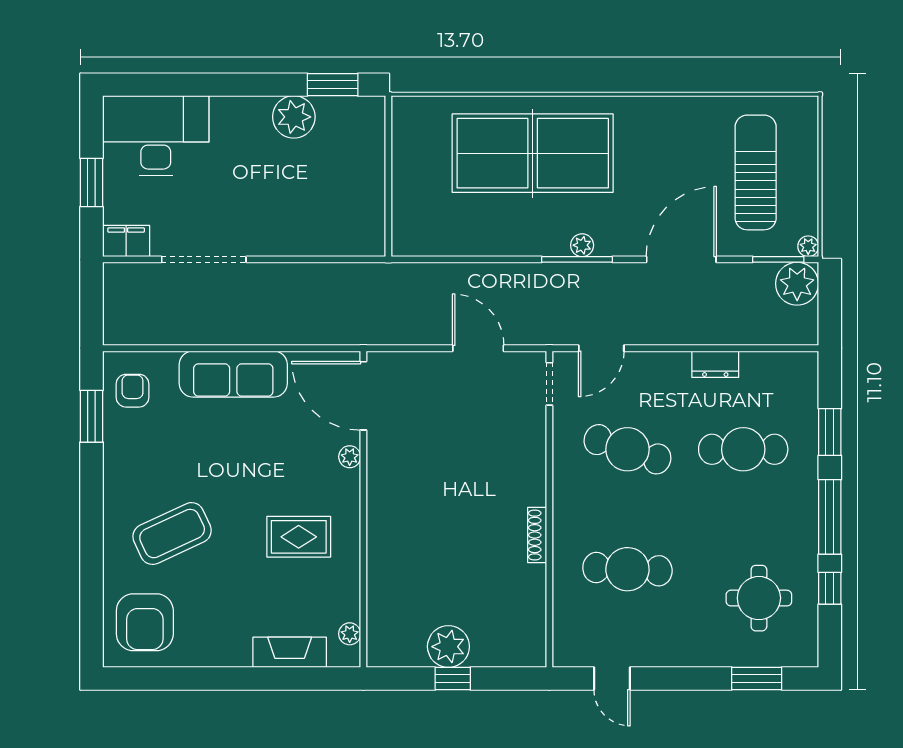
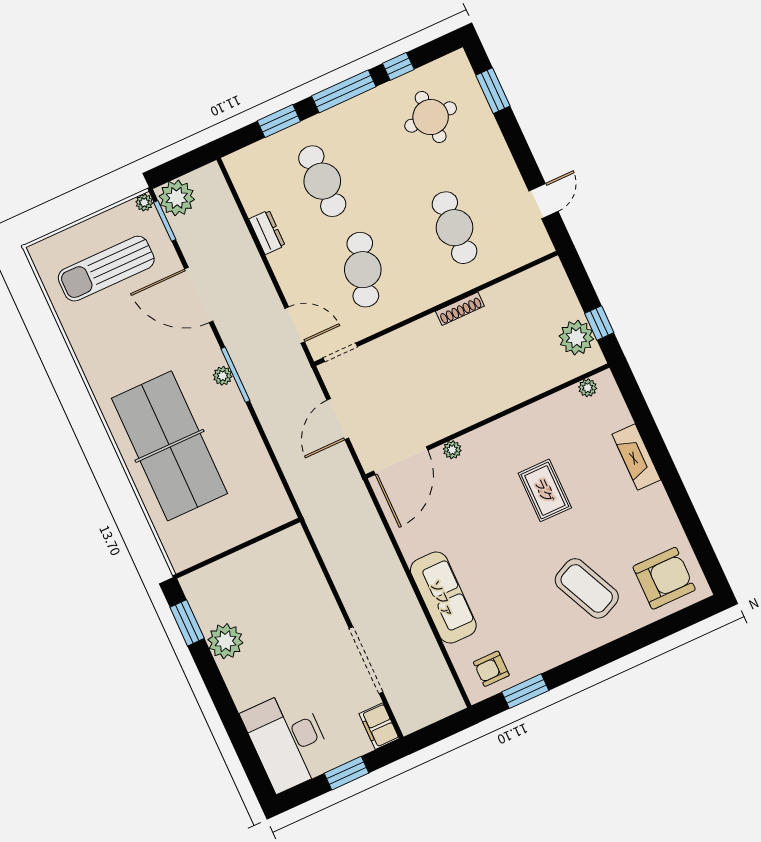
door: (363, 396) -> (401, 461), moved
plant: (350, 457) -> (452, 450), moved
wall: (363, 509) -> (488, 421), moved
plant: (350, 634) -> (588, 388), moved

